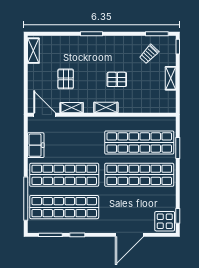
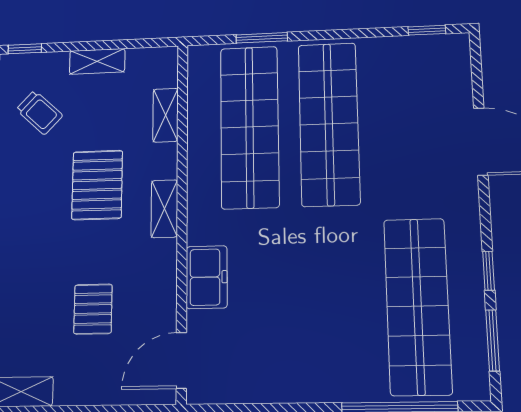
pallet: (66, 79) -> (93, 309), turned 90
pallet: (117, 79) -> (97, 185), width x1.50, depth x1.42
shelving: (72, 108) -> (166, 115), moved
freezer: (36, 145) -> (207, 277), moved, turned 90
shop shelf: (64, 175) -> (334, 308), removed
display table: (165, 221) -> (442, 60), removed

